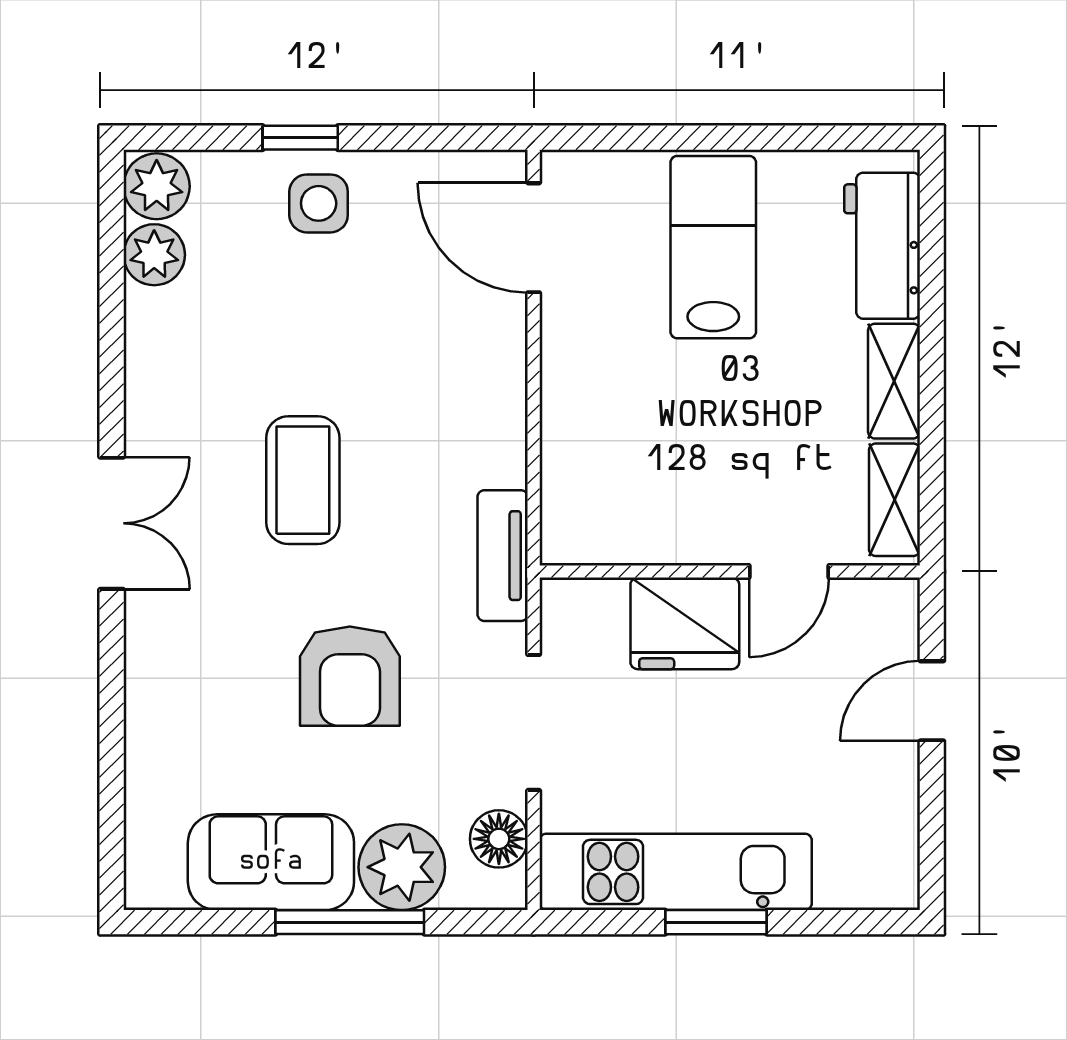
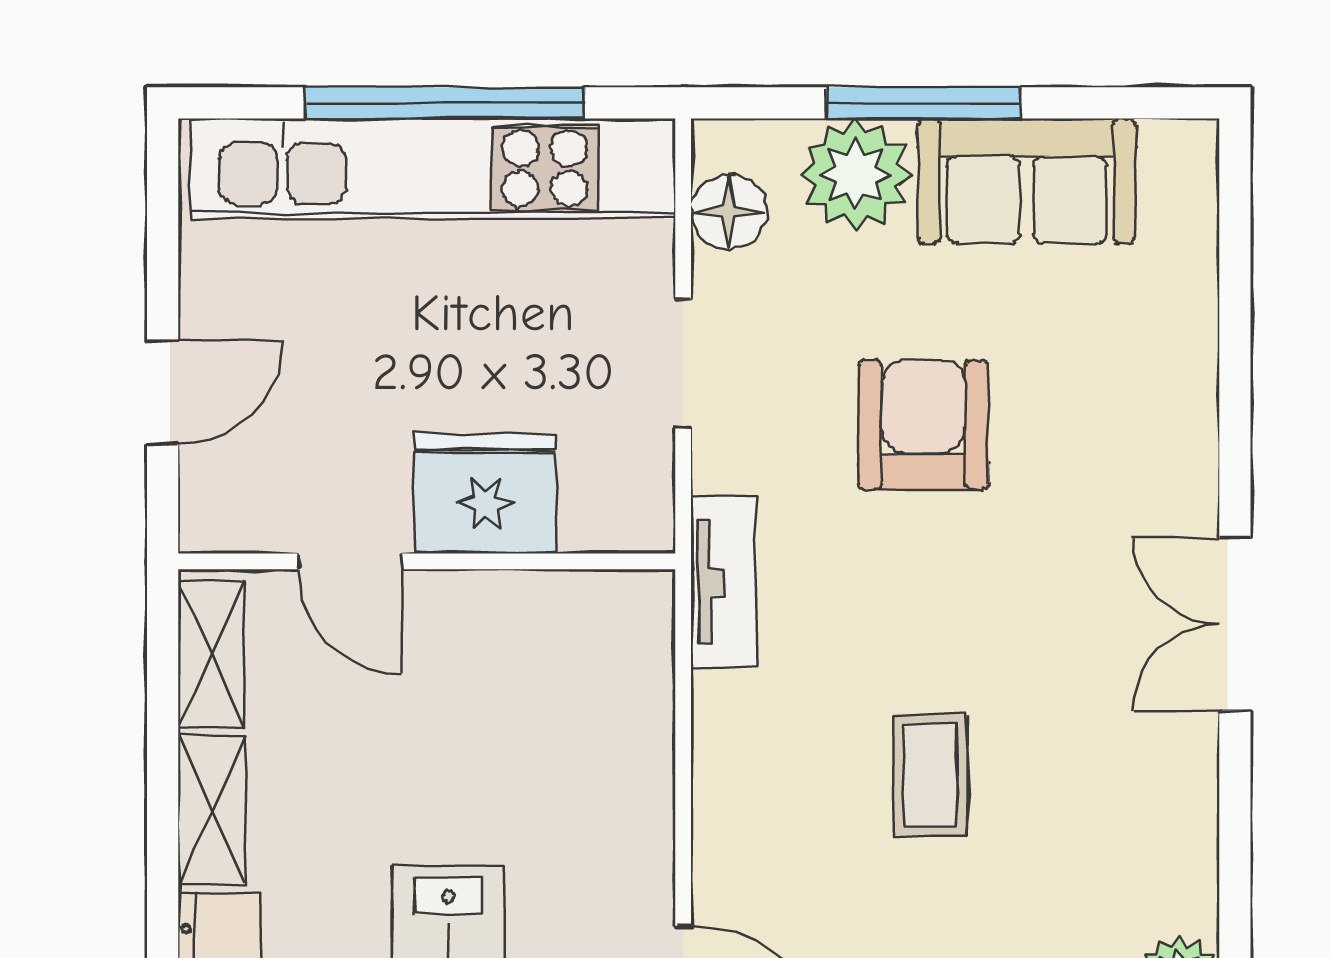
coffee table: (303, 480) -> (930, 775), moved, width x0.73, depth x0.77
door: (789, 571) -> (349, 561), swing flipped
doorway: (534, 722) -> (683, 364), width x0.73
kitchen unit: (676, 872) -> (433, 169), width x1.36
window: (716, 922) -> (445, 103), width x2.11

